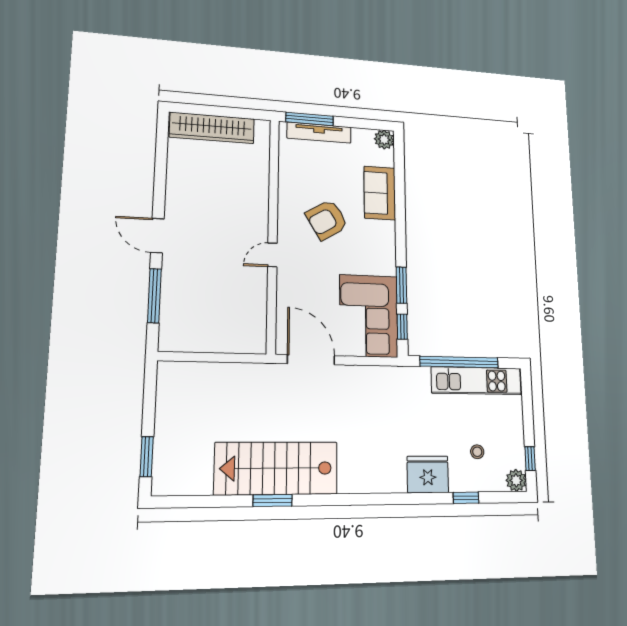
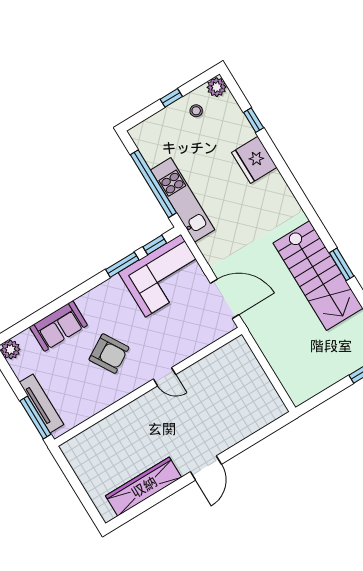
wardrobe: (212, 128) -> (144, 487), moved, turned -90
window: (154, 296) -> (251, 440), removed
door: (311, 360) -> (225, 299), swing flipped
kitchen unit: (476, 381) -> (183, 200), moved
stool: (477, 452) -> (196, 111), moved
window: (530, 459) -> (171, 98), moved

